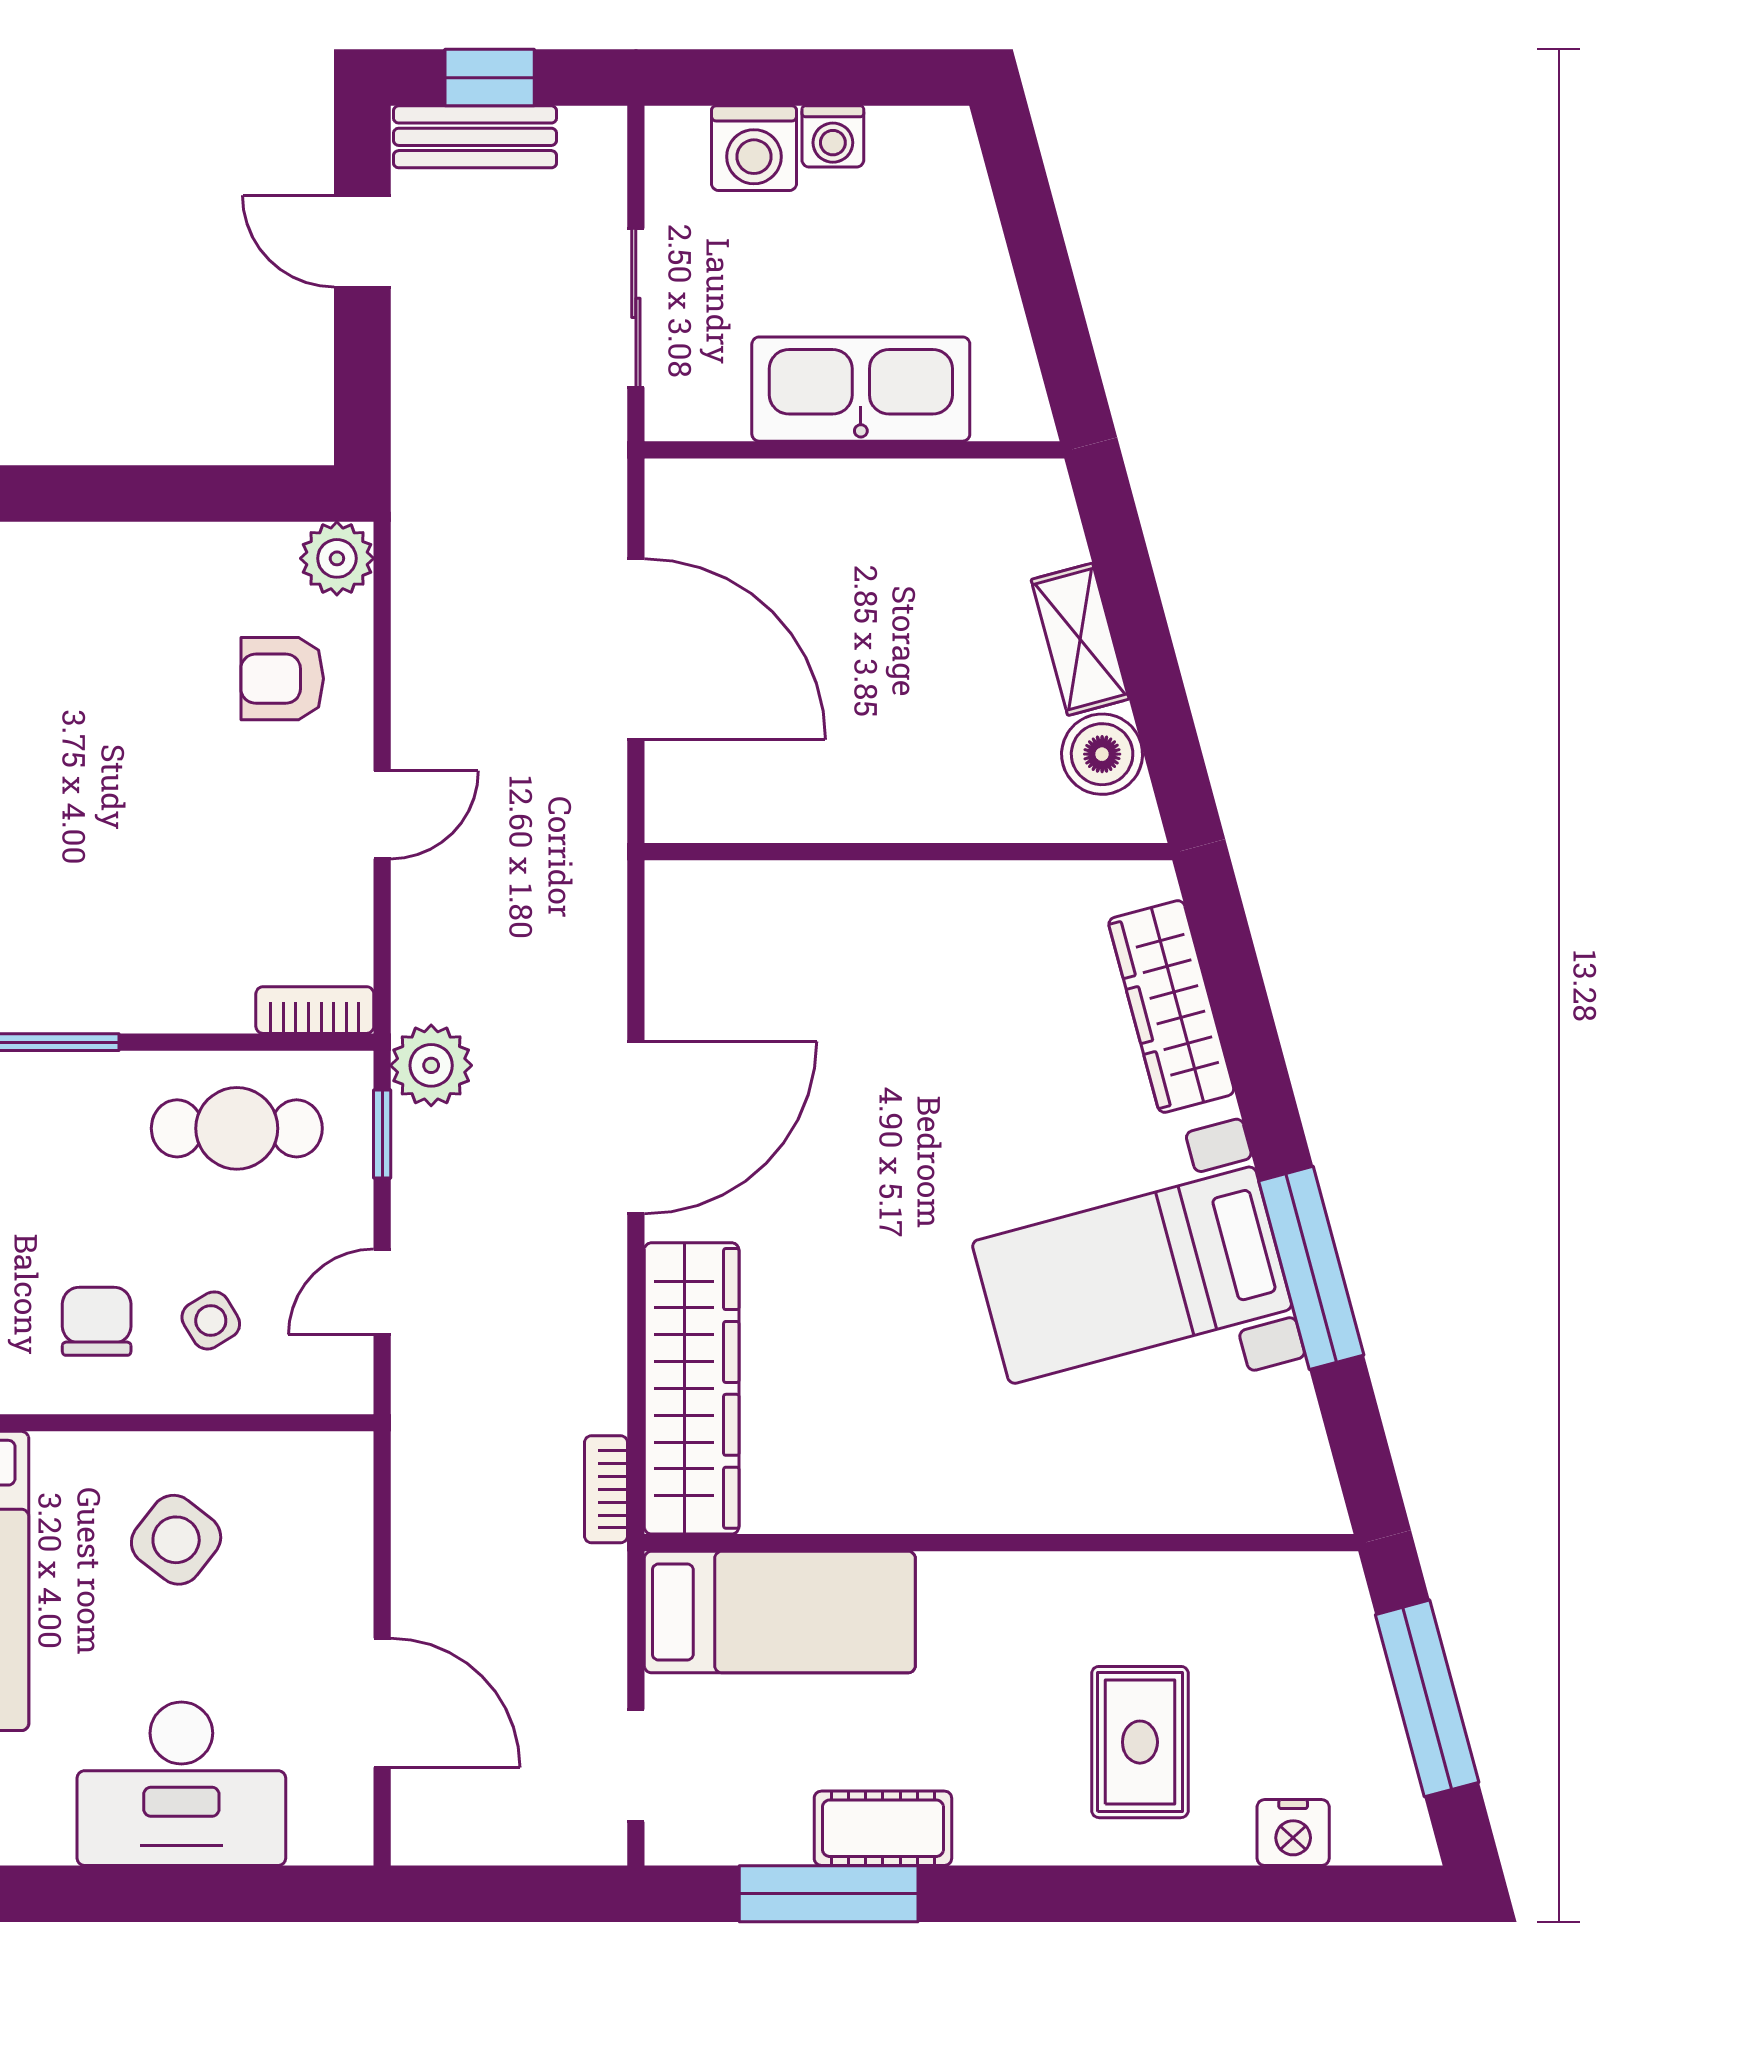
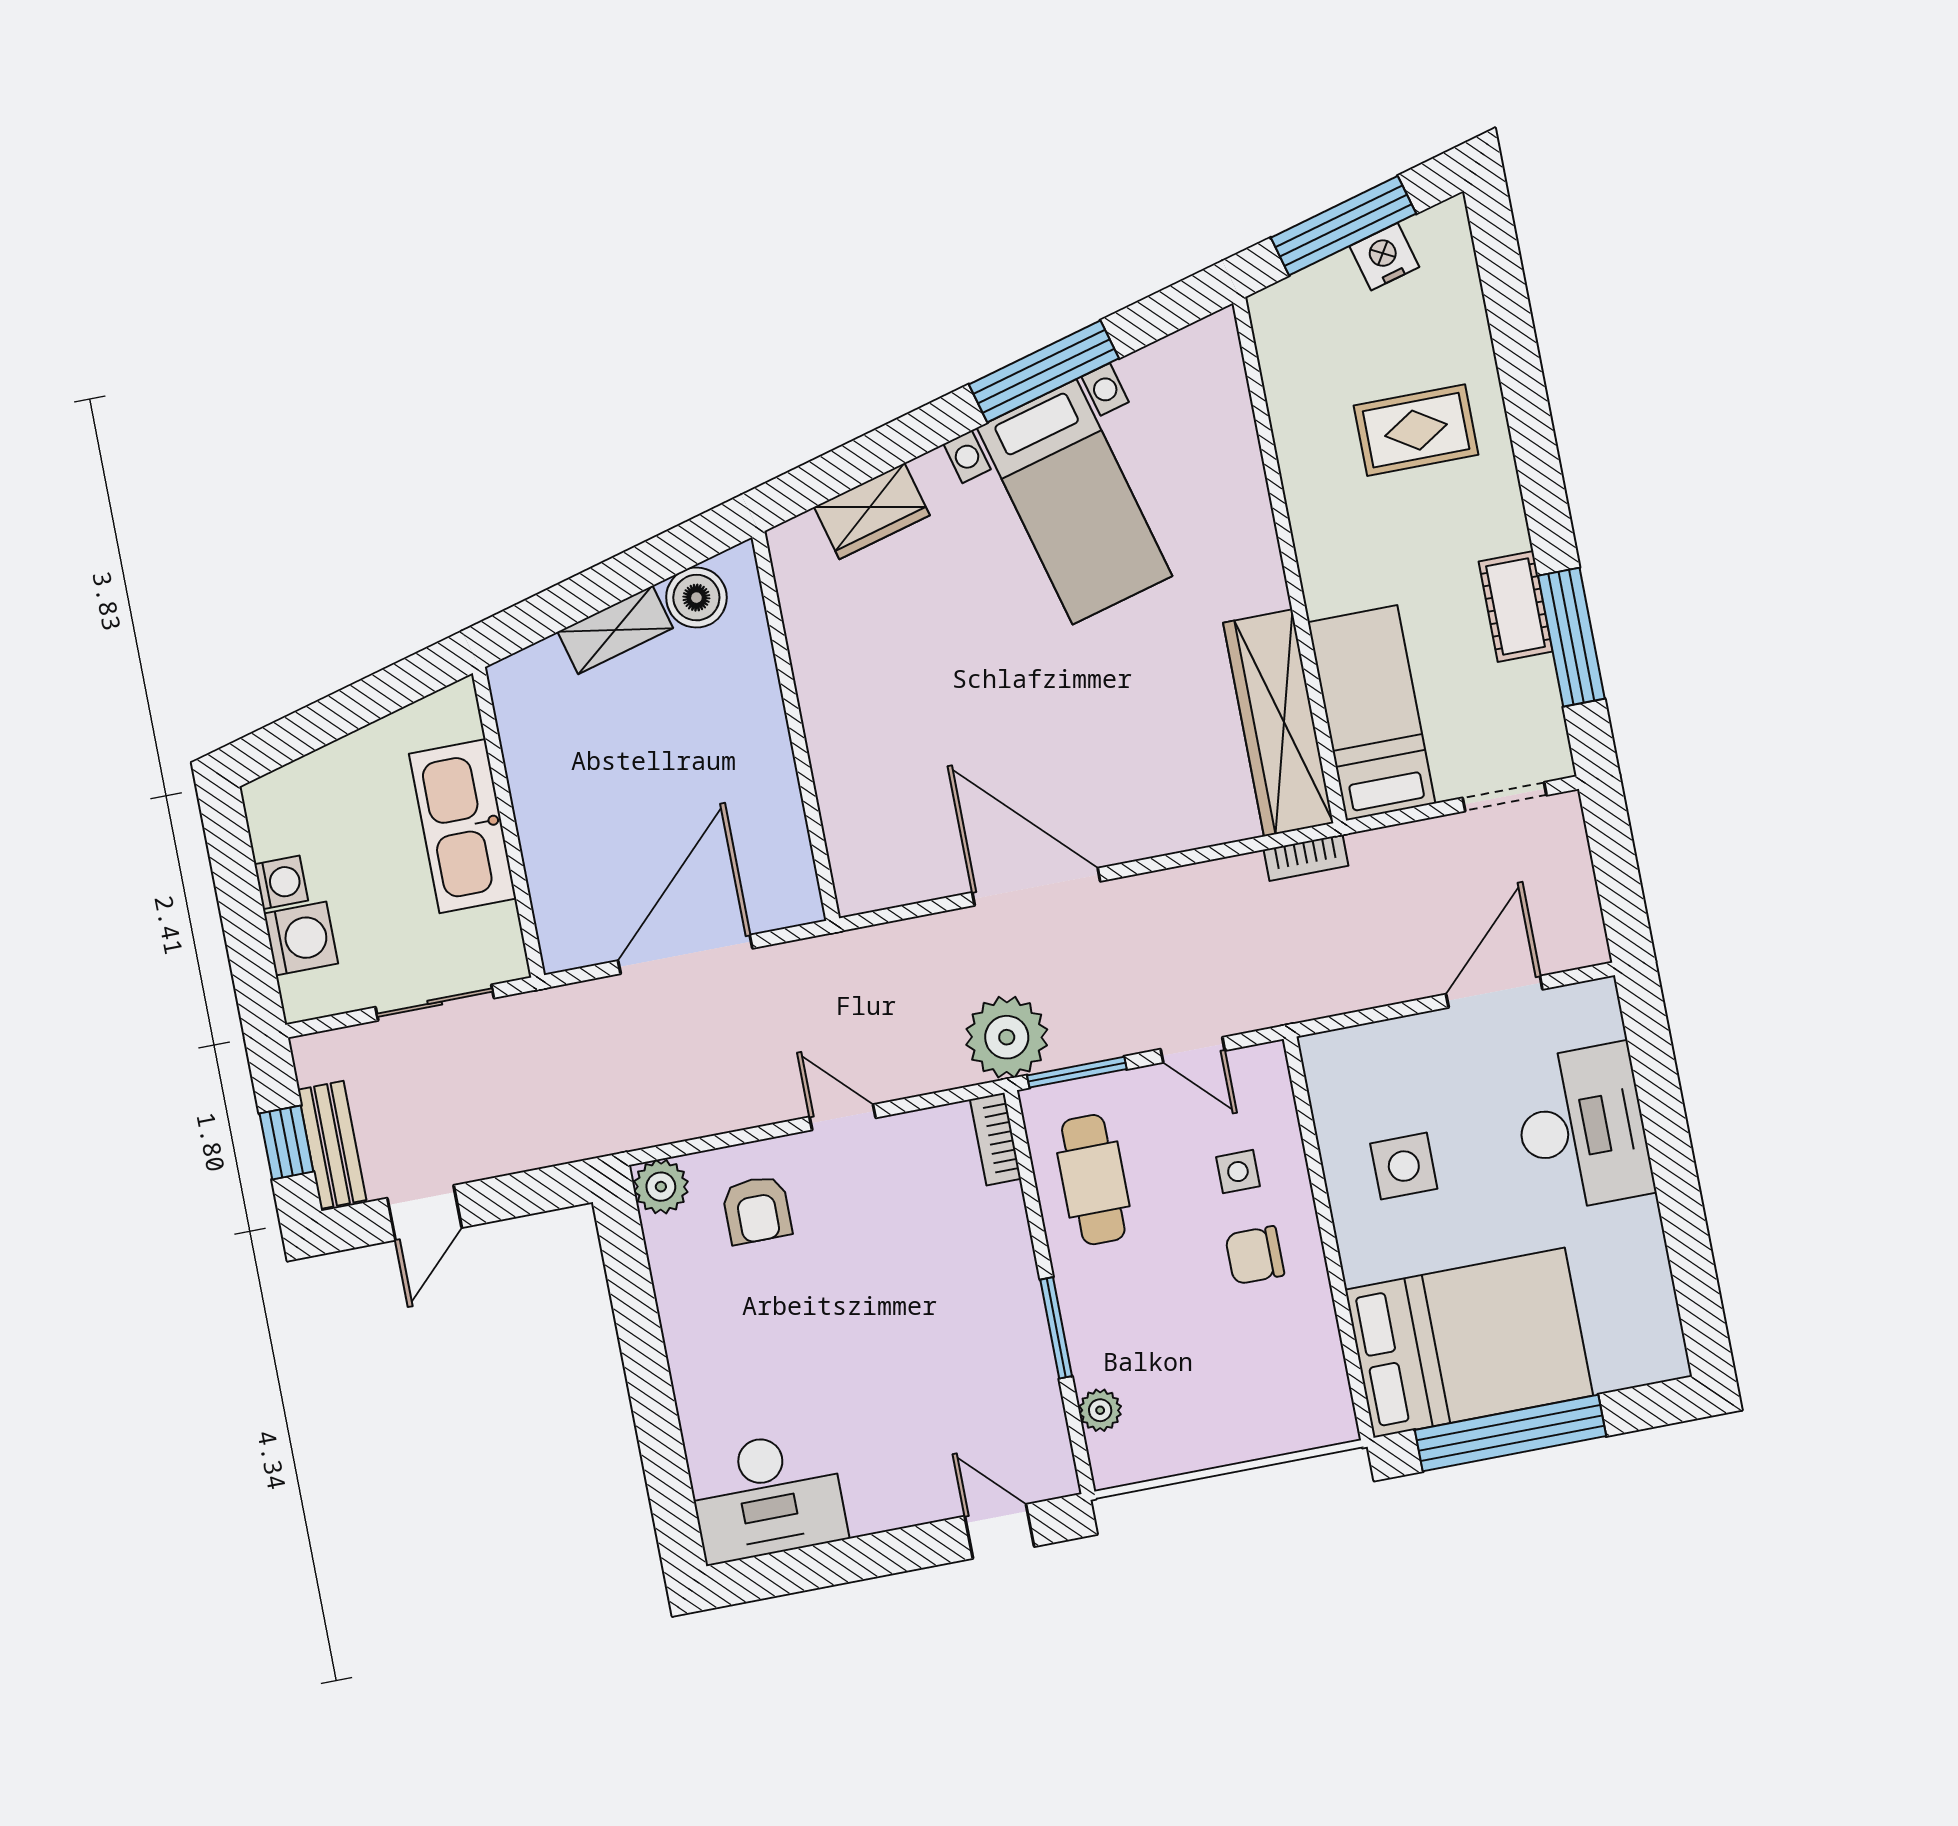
wardrobe: (1171, 1006) -> (872, 511), width x0.67
plant: (431, 1065) -> (1007, 1037), width x1.36, depth x1.36
window: (382, 1134) -> (1077, 1072), width x1.50
side table: (211, 1320) -> (1238, 1172), turned 31
wardrobe: (692, 1388) -> (1278, 723), moved, turned -90
side table: (176, 1540) -> (1404, 1166), turned -38
nightstand: (1293, 1833) -> (1384, 257), moved, turned -105

